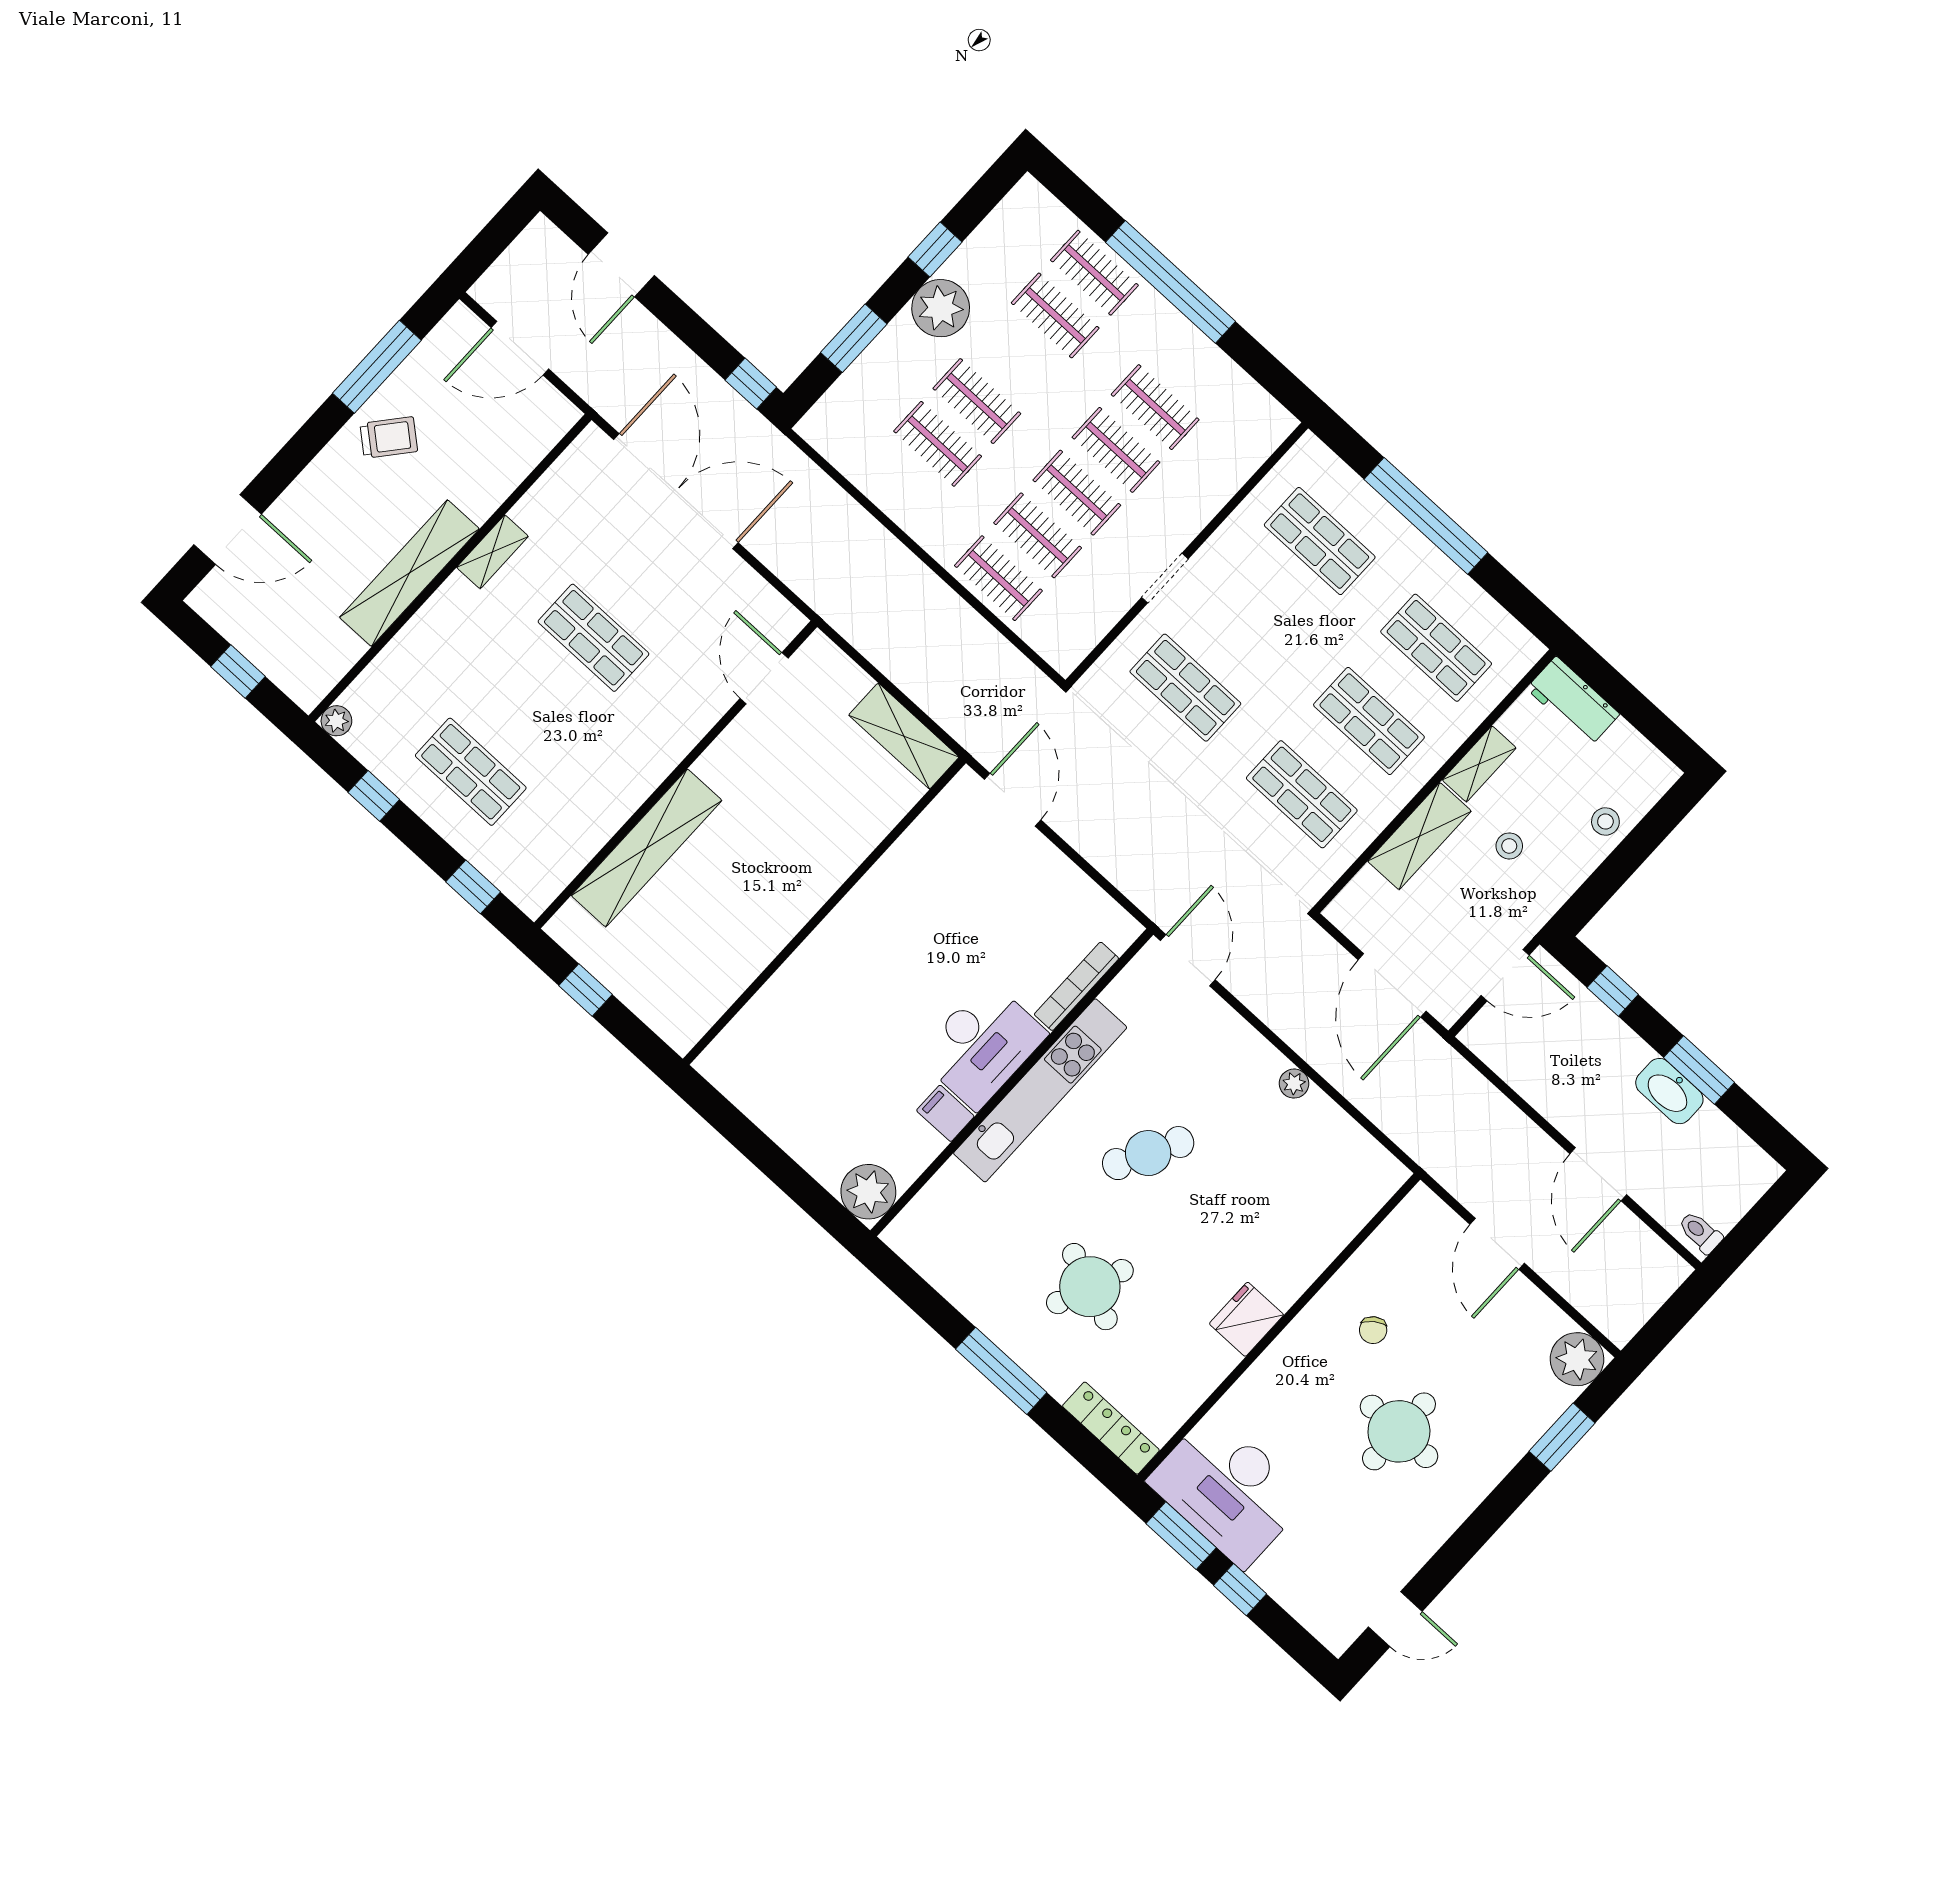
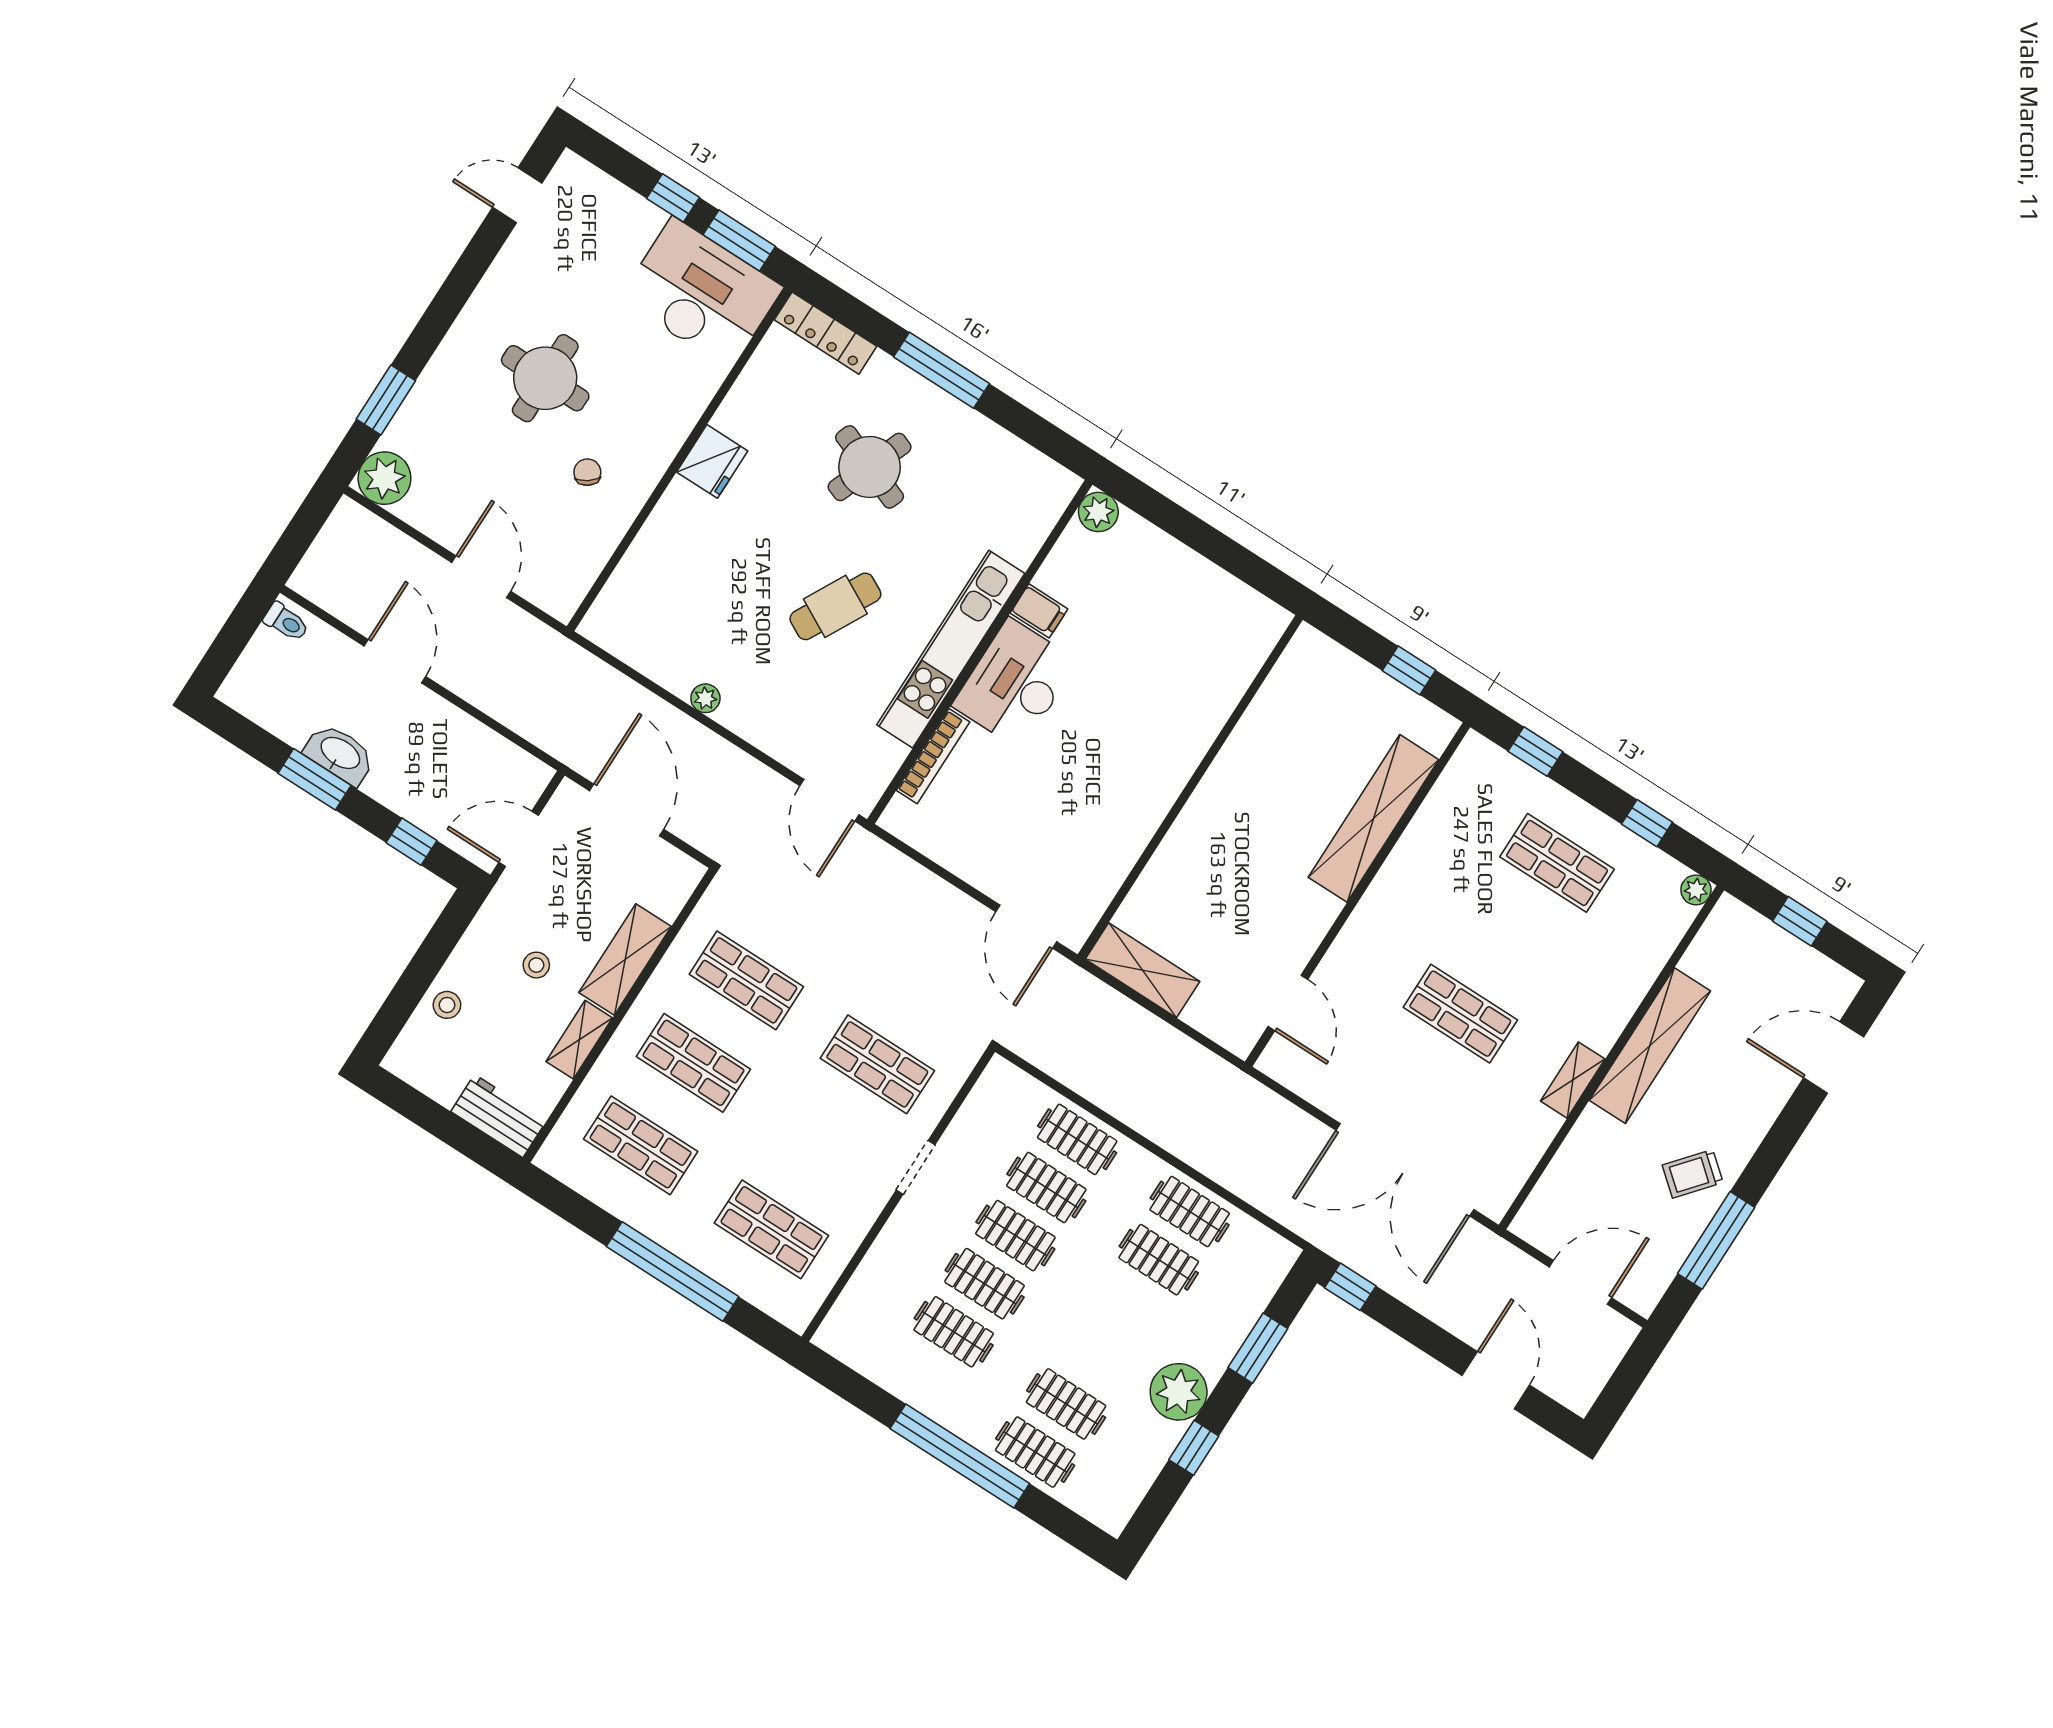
clothes rail: (977, 401) -> (1190, 1212), moved
plant: (868, 1192) -> (1098, 512), width x0.73, depth x0.73

